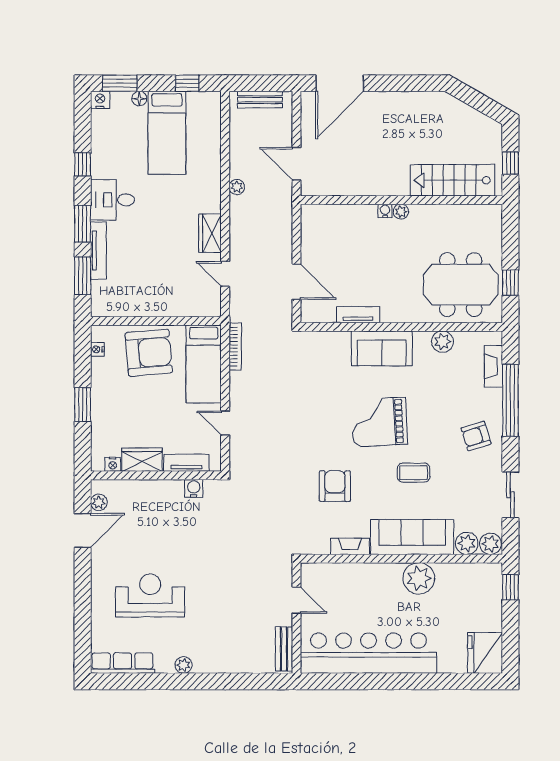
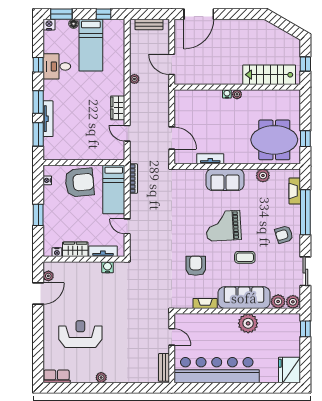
desk: (112, 200) -> (57, 66), moved
row of seats: (122, 663) -> (57, 376), width x0.68

